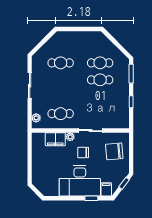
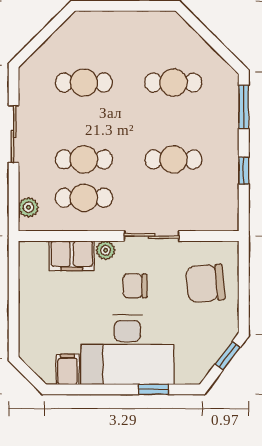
cafe table: (100, 80) -> (173, 159), moved
cafe table: (61, 97) -> (84, 159), added
filing cabinet: (106, 189) -> (67, 369), moved

